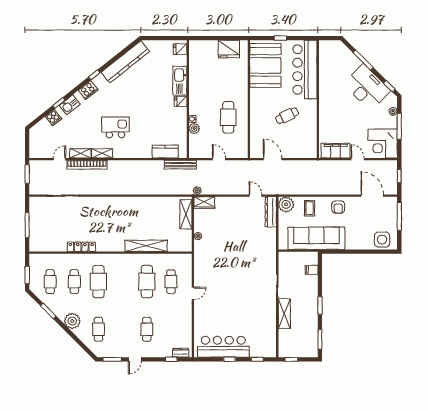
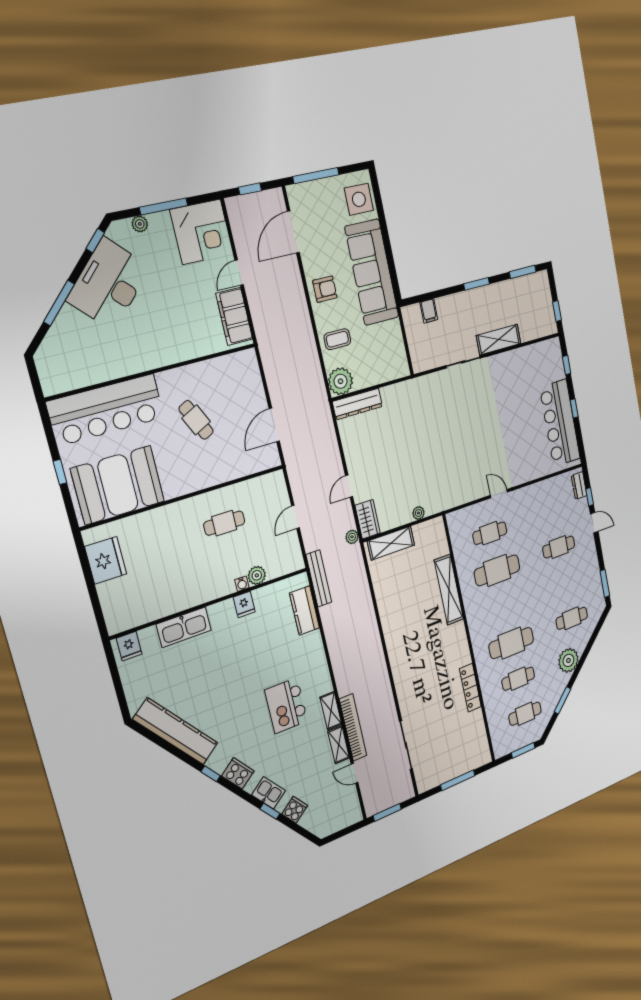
fridge: (181, 101) -> (244, 604), moved
cafe table: (228, 117) -> (224, 523), width x0.73, depth x0.74
door: (256, 196) -> (349, 486), moved
sofa: (316, 238) -> (372, 272), moved
door: (135, 359) -> (594, 523), moved

